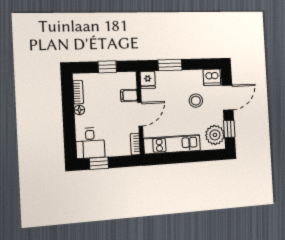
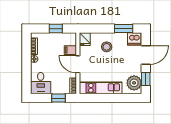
window: (170, 65) -> (124, 29), moved
stool: (196, 101) -> (107, 47), moved
door: (140, 114) -> (78, 64), swing flipped
window: (99, 163) -> (59, 98), moved

